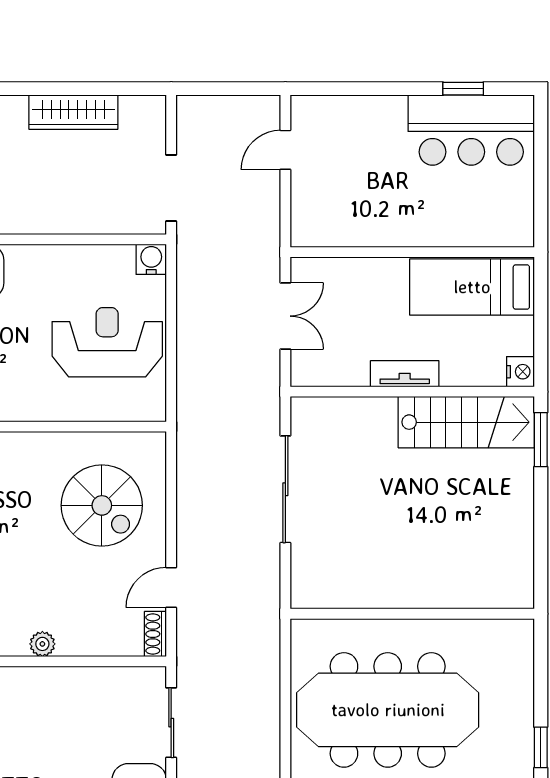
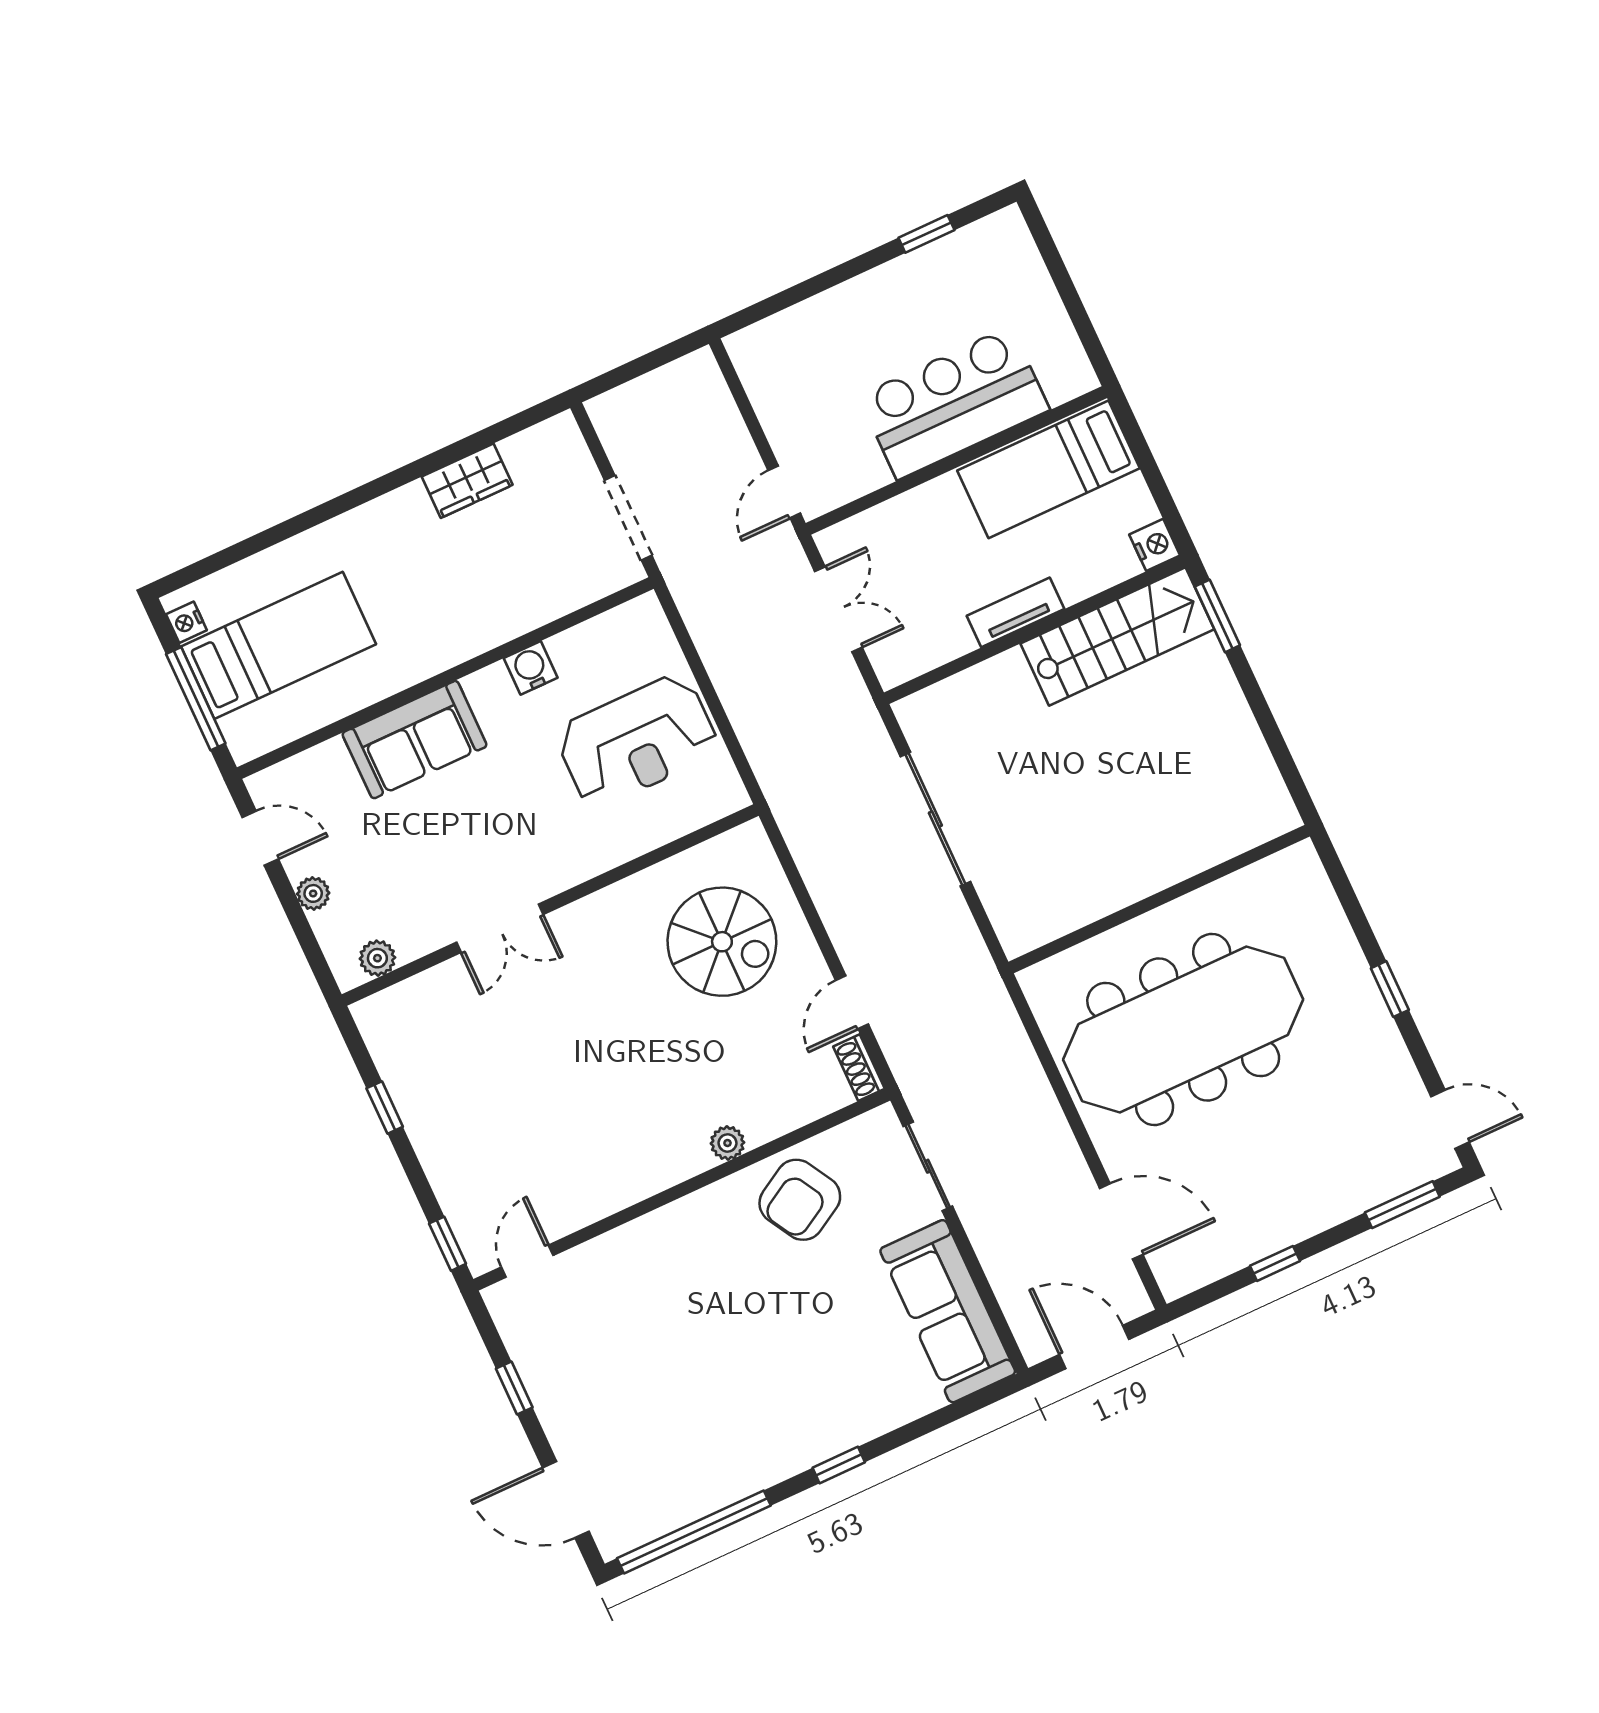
wardrobe: (73, 112) -> (467, 481), width x0.67
bar counter: (471, 130) -> (954, 403), moved, turned 180
door: (285, 150) -> (784, 492), moved
water cooler: (151, 259) -> (531, 668), moved
reception desk: (107, 342) -> (637, 741), turned 180
armchair: (74, 705) -> (800, 1200), added

